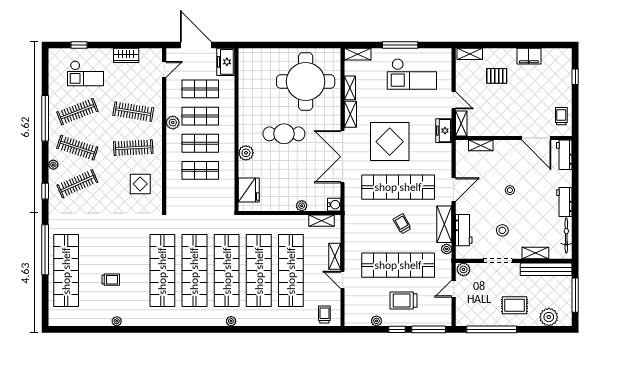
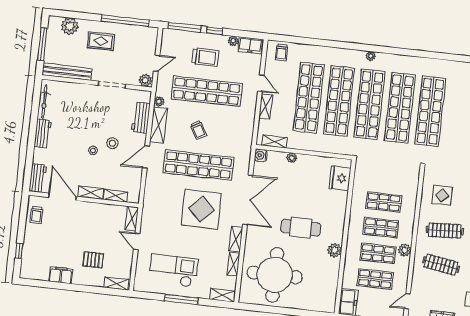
freezer: (444, 131) -> (250, 45), moved, turned 90
plant: (246, 153) -> (335, 250), moved
stool: (502, 230) -> (112, 143), moved
shelving: (535, 253) -> (91, 193), moved

